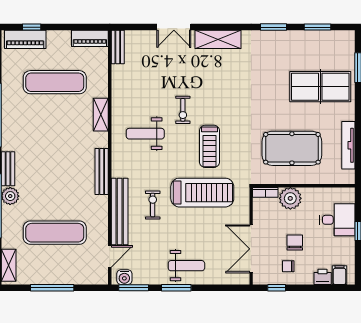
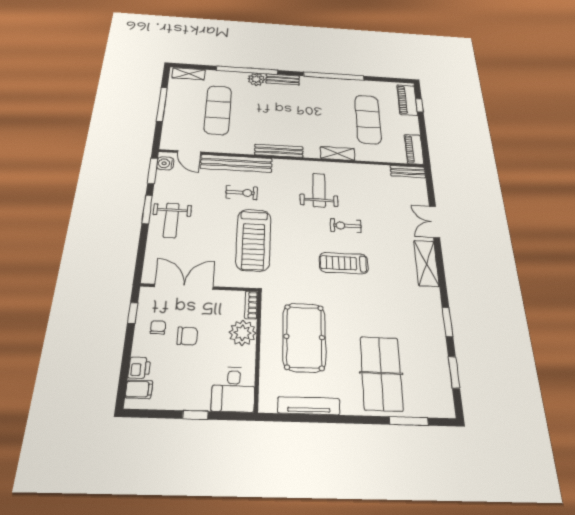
treadmill: (210, 146) -> (344, 263), moved
desk: (337, 220) -> (233, 389), moved

